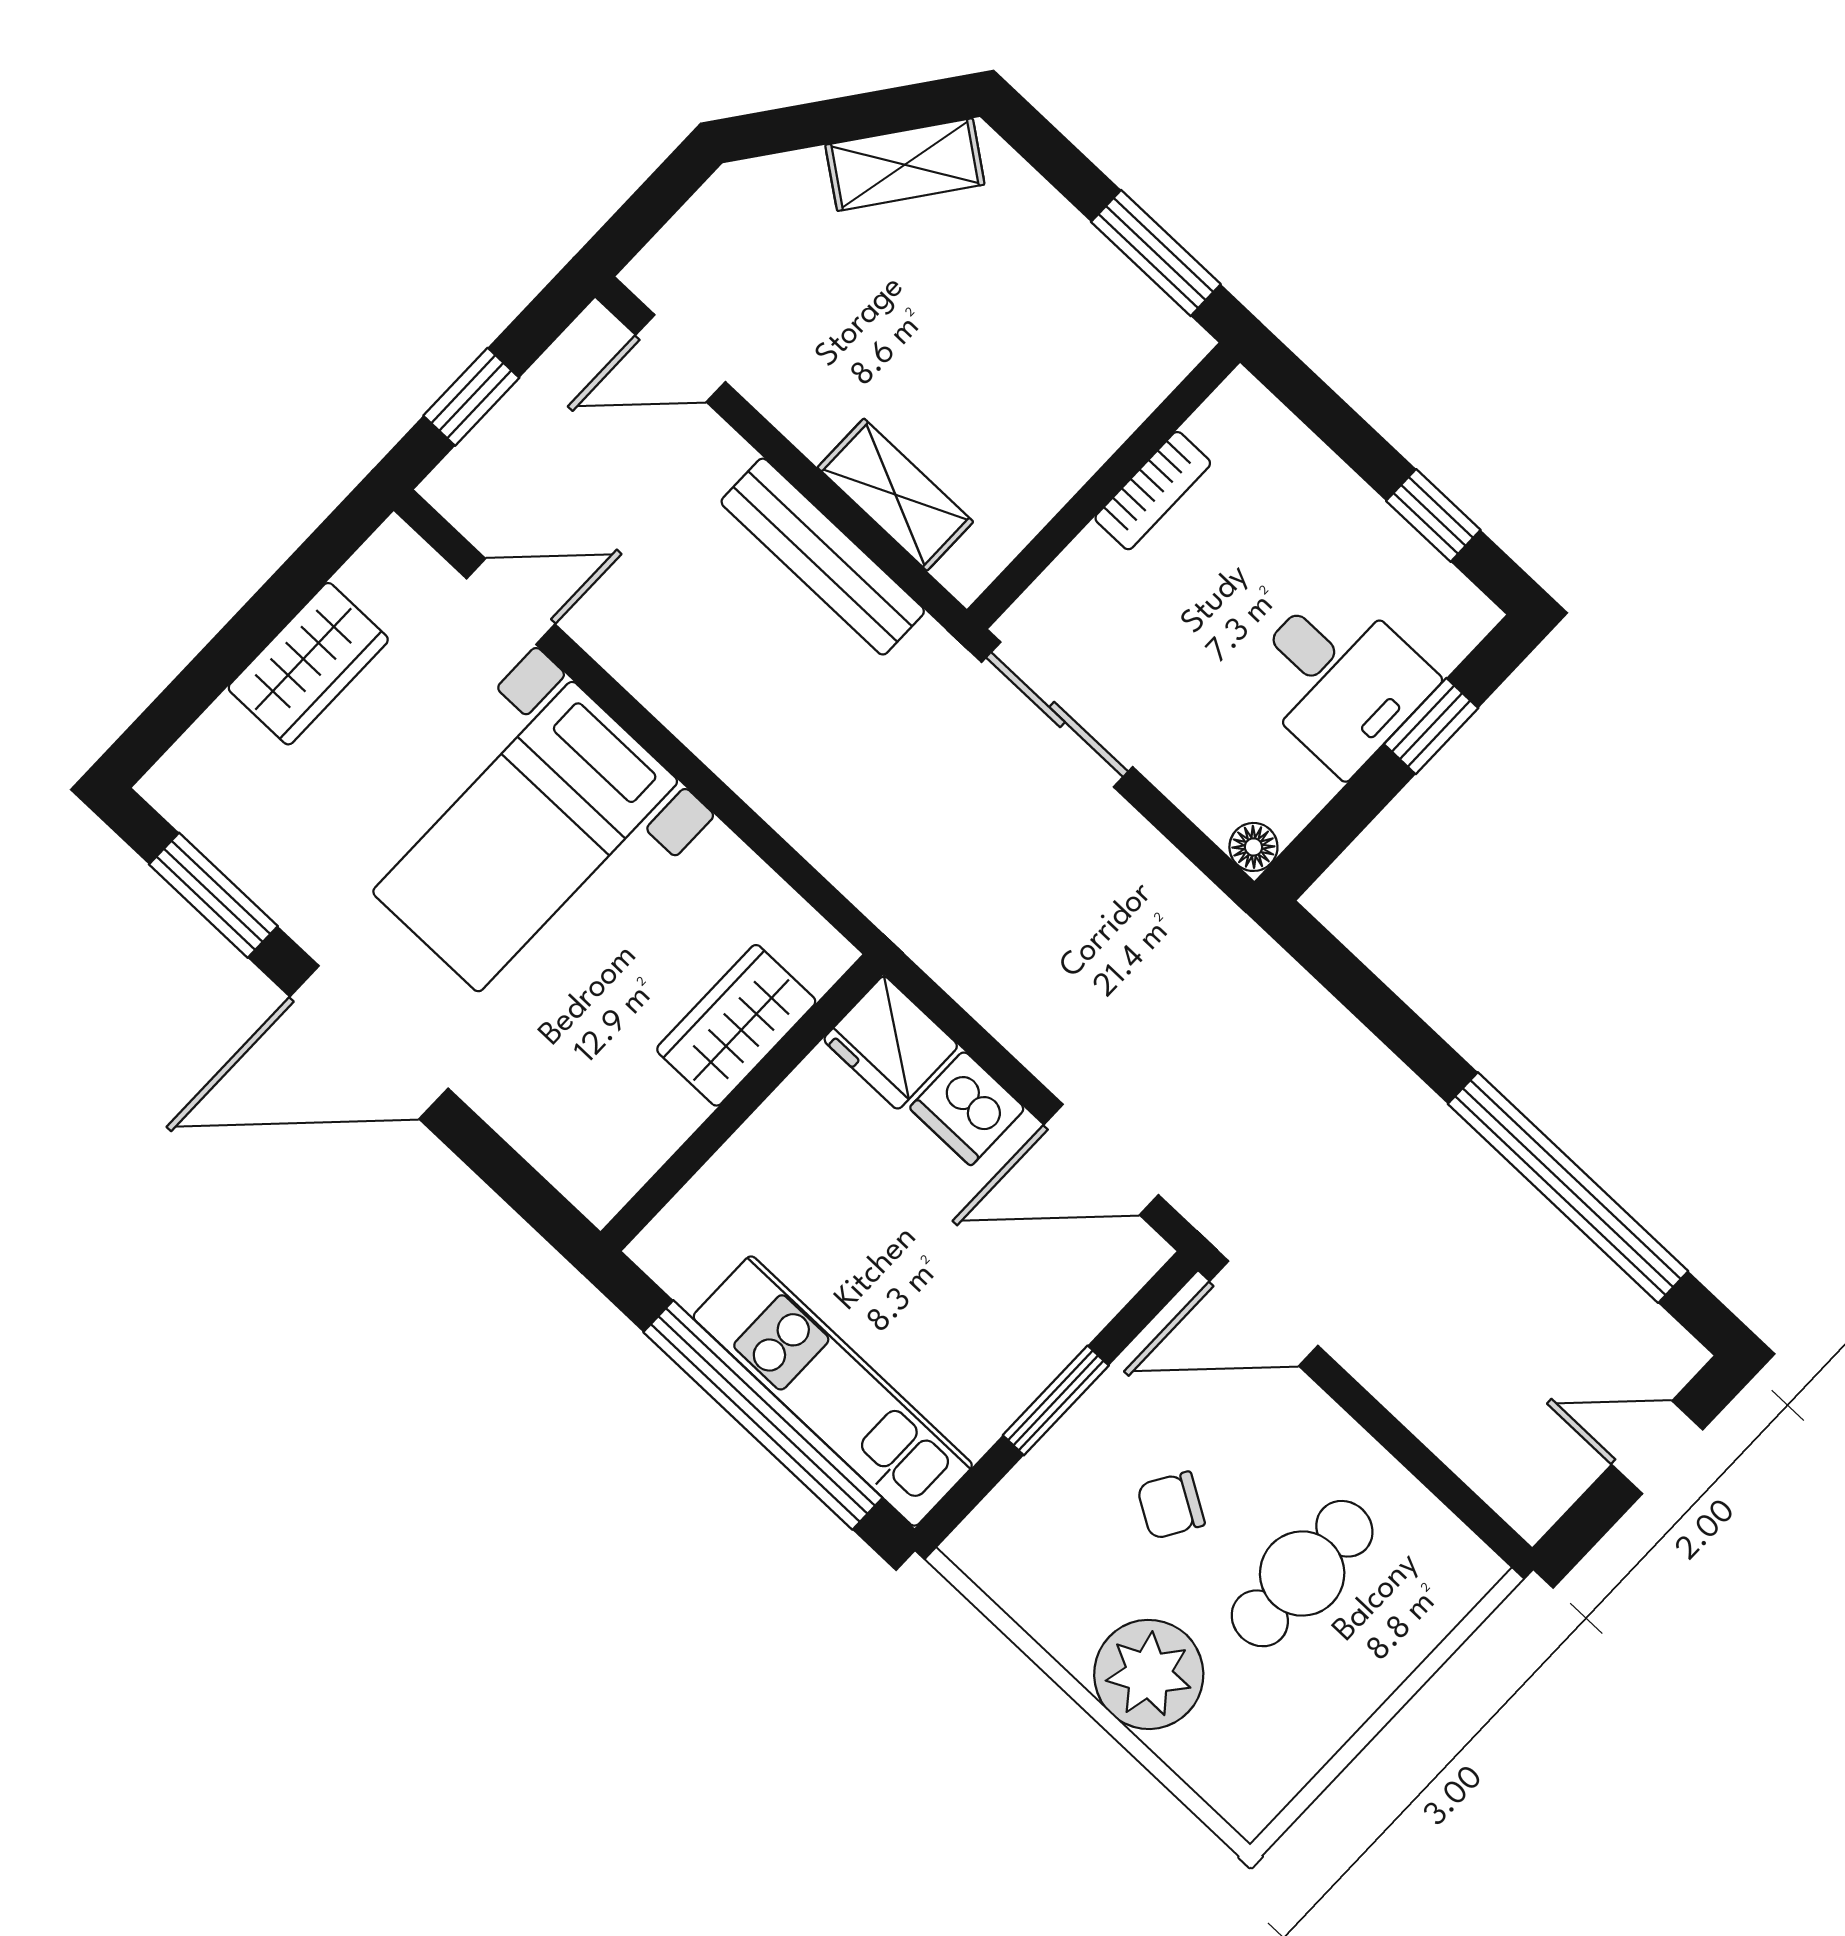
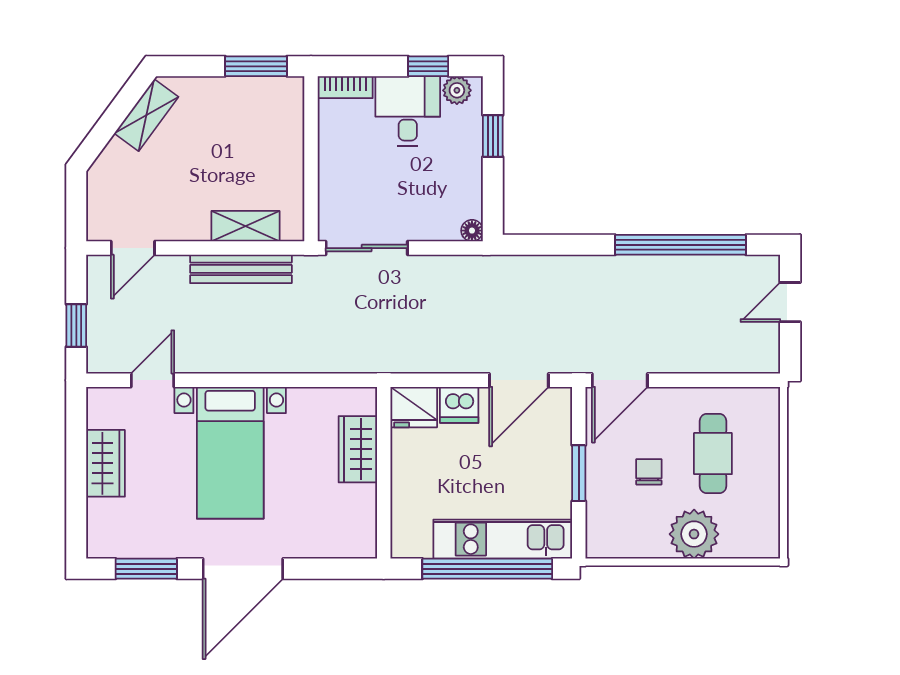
bookcase: (1153, 491) -> (345, 87), moved, turned 90
plant: (1443, 598) -> (457, 90), added
desk: (1339, 679) -> (408, 111), moved, turned -90
chair: (1171, 1505) -> (649, 472), turned 149

